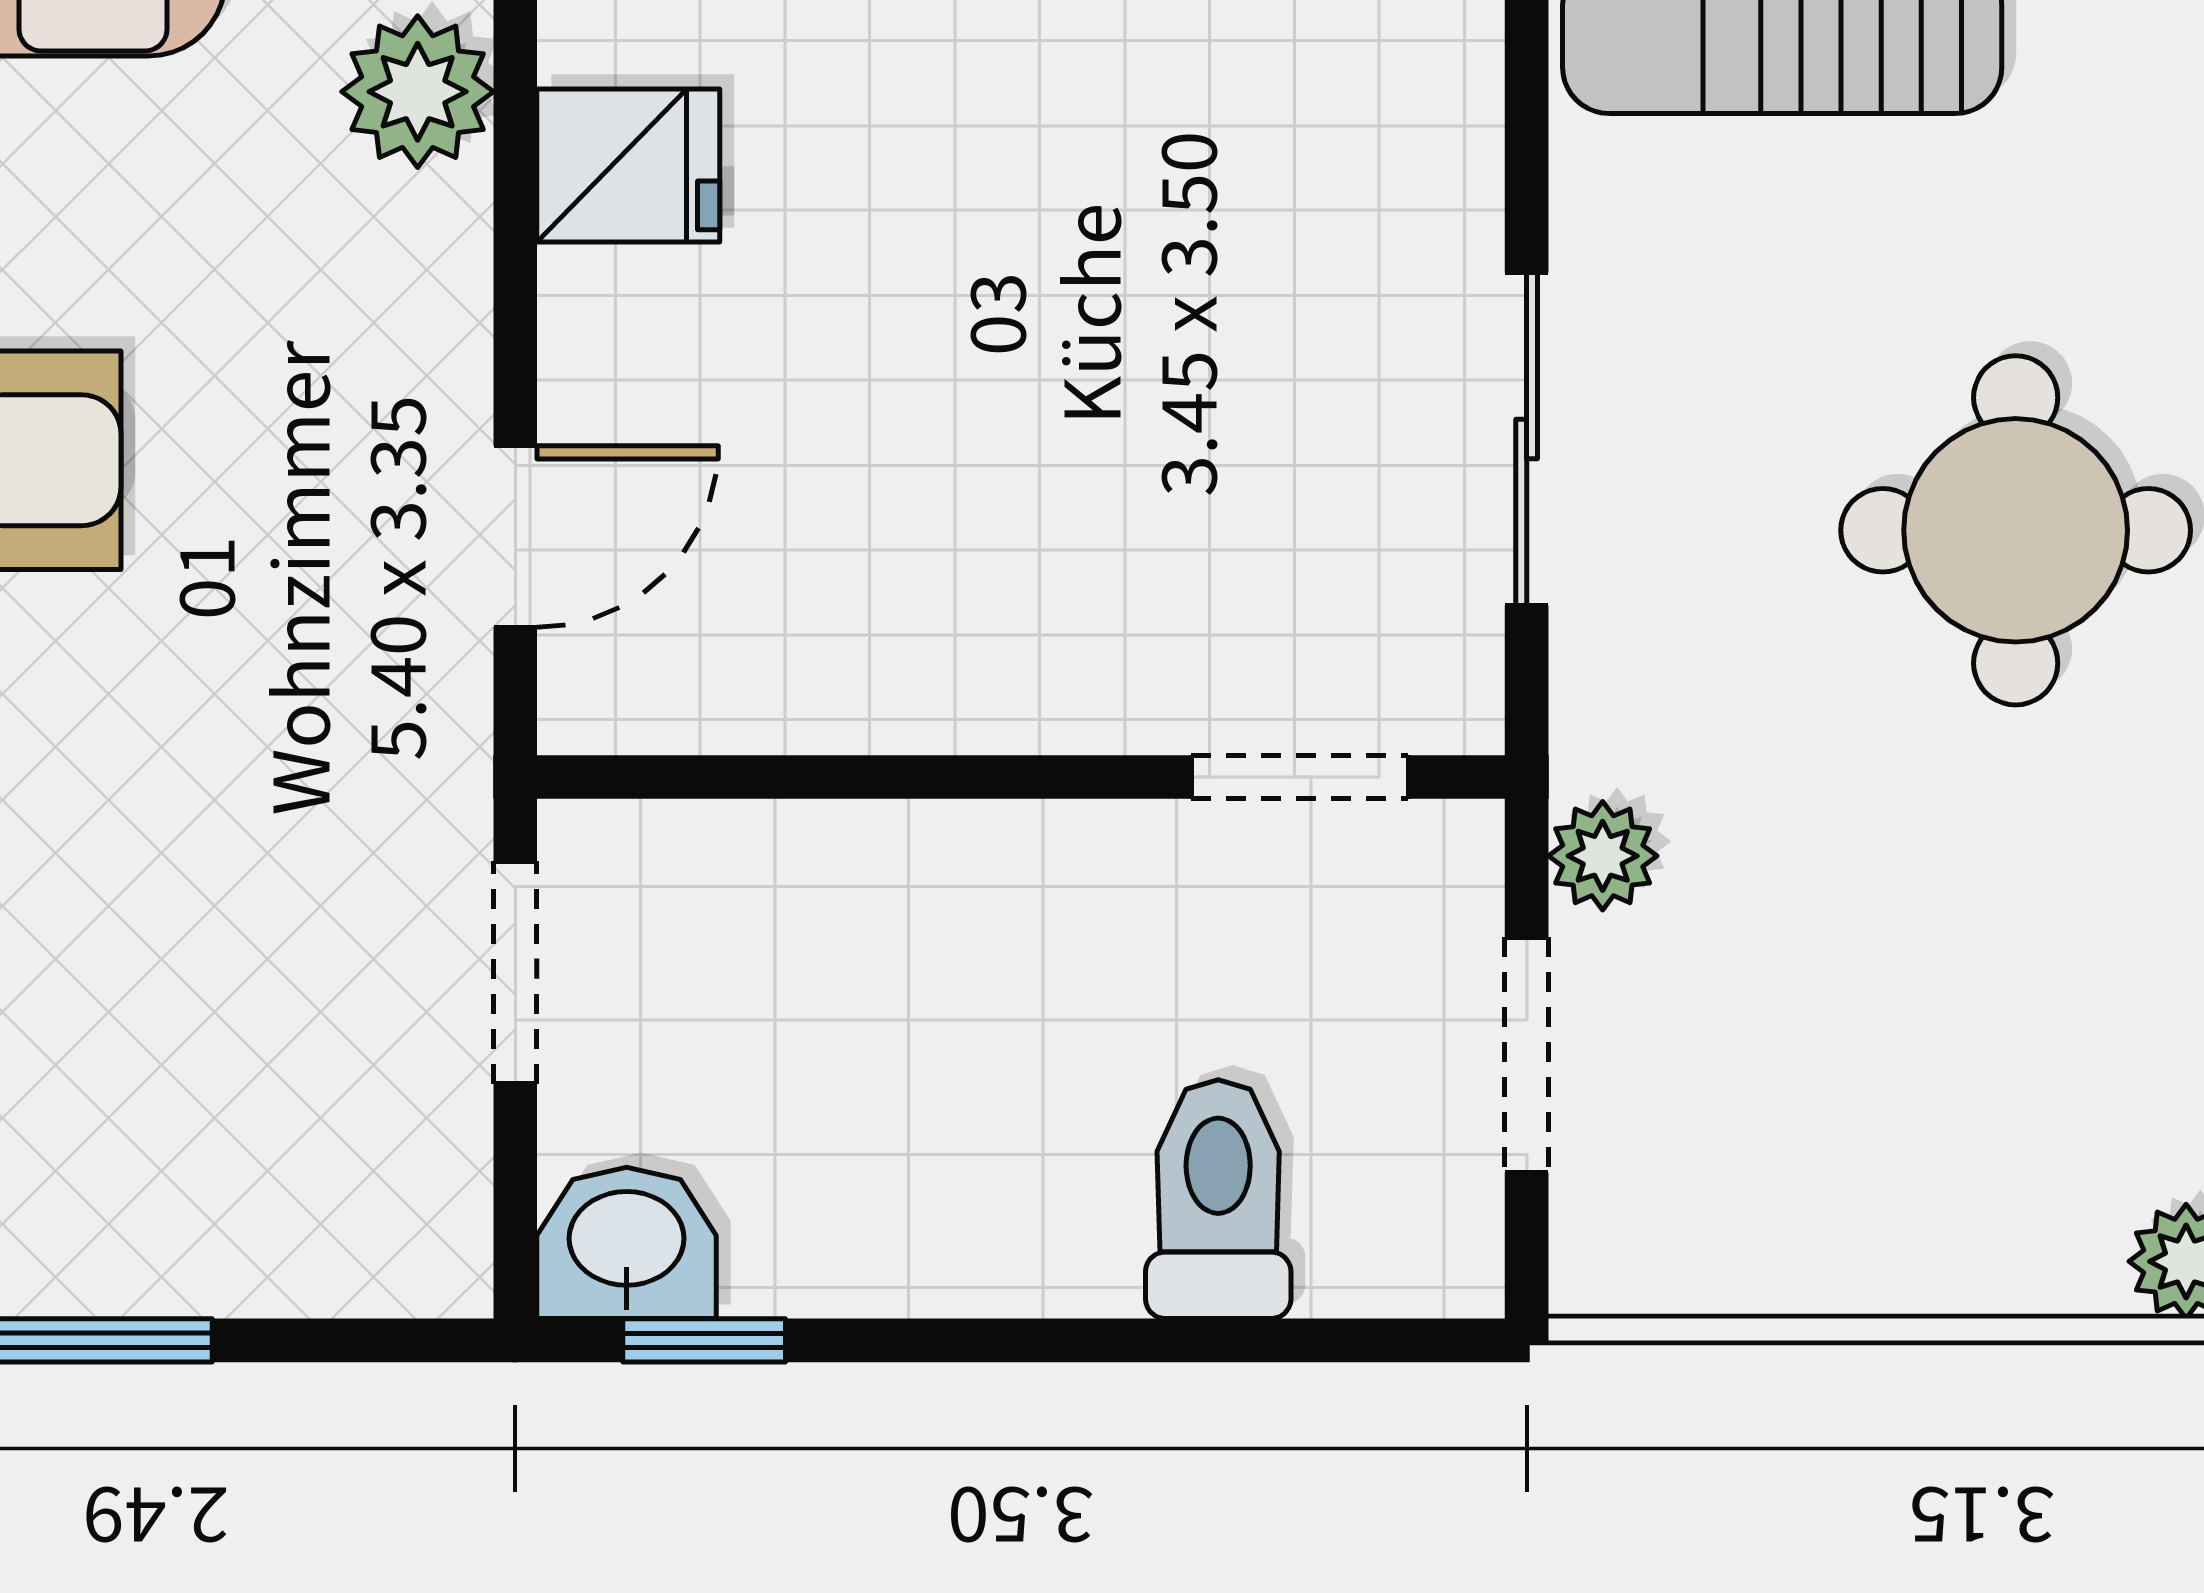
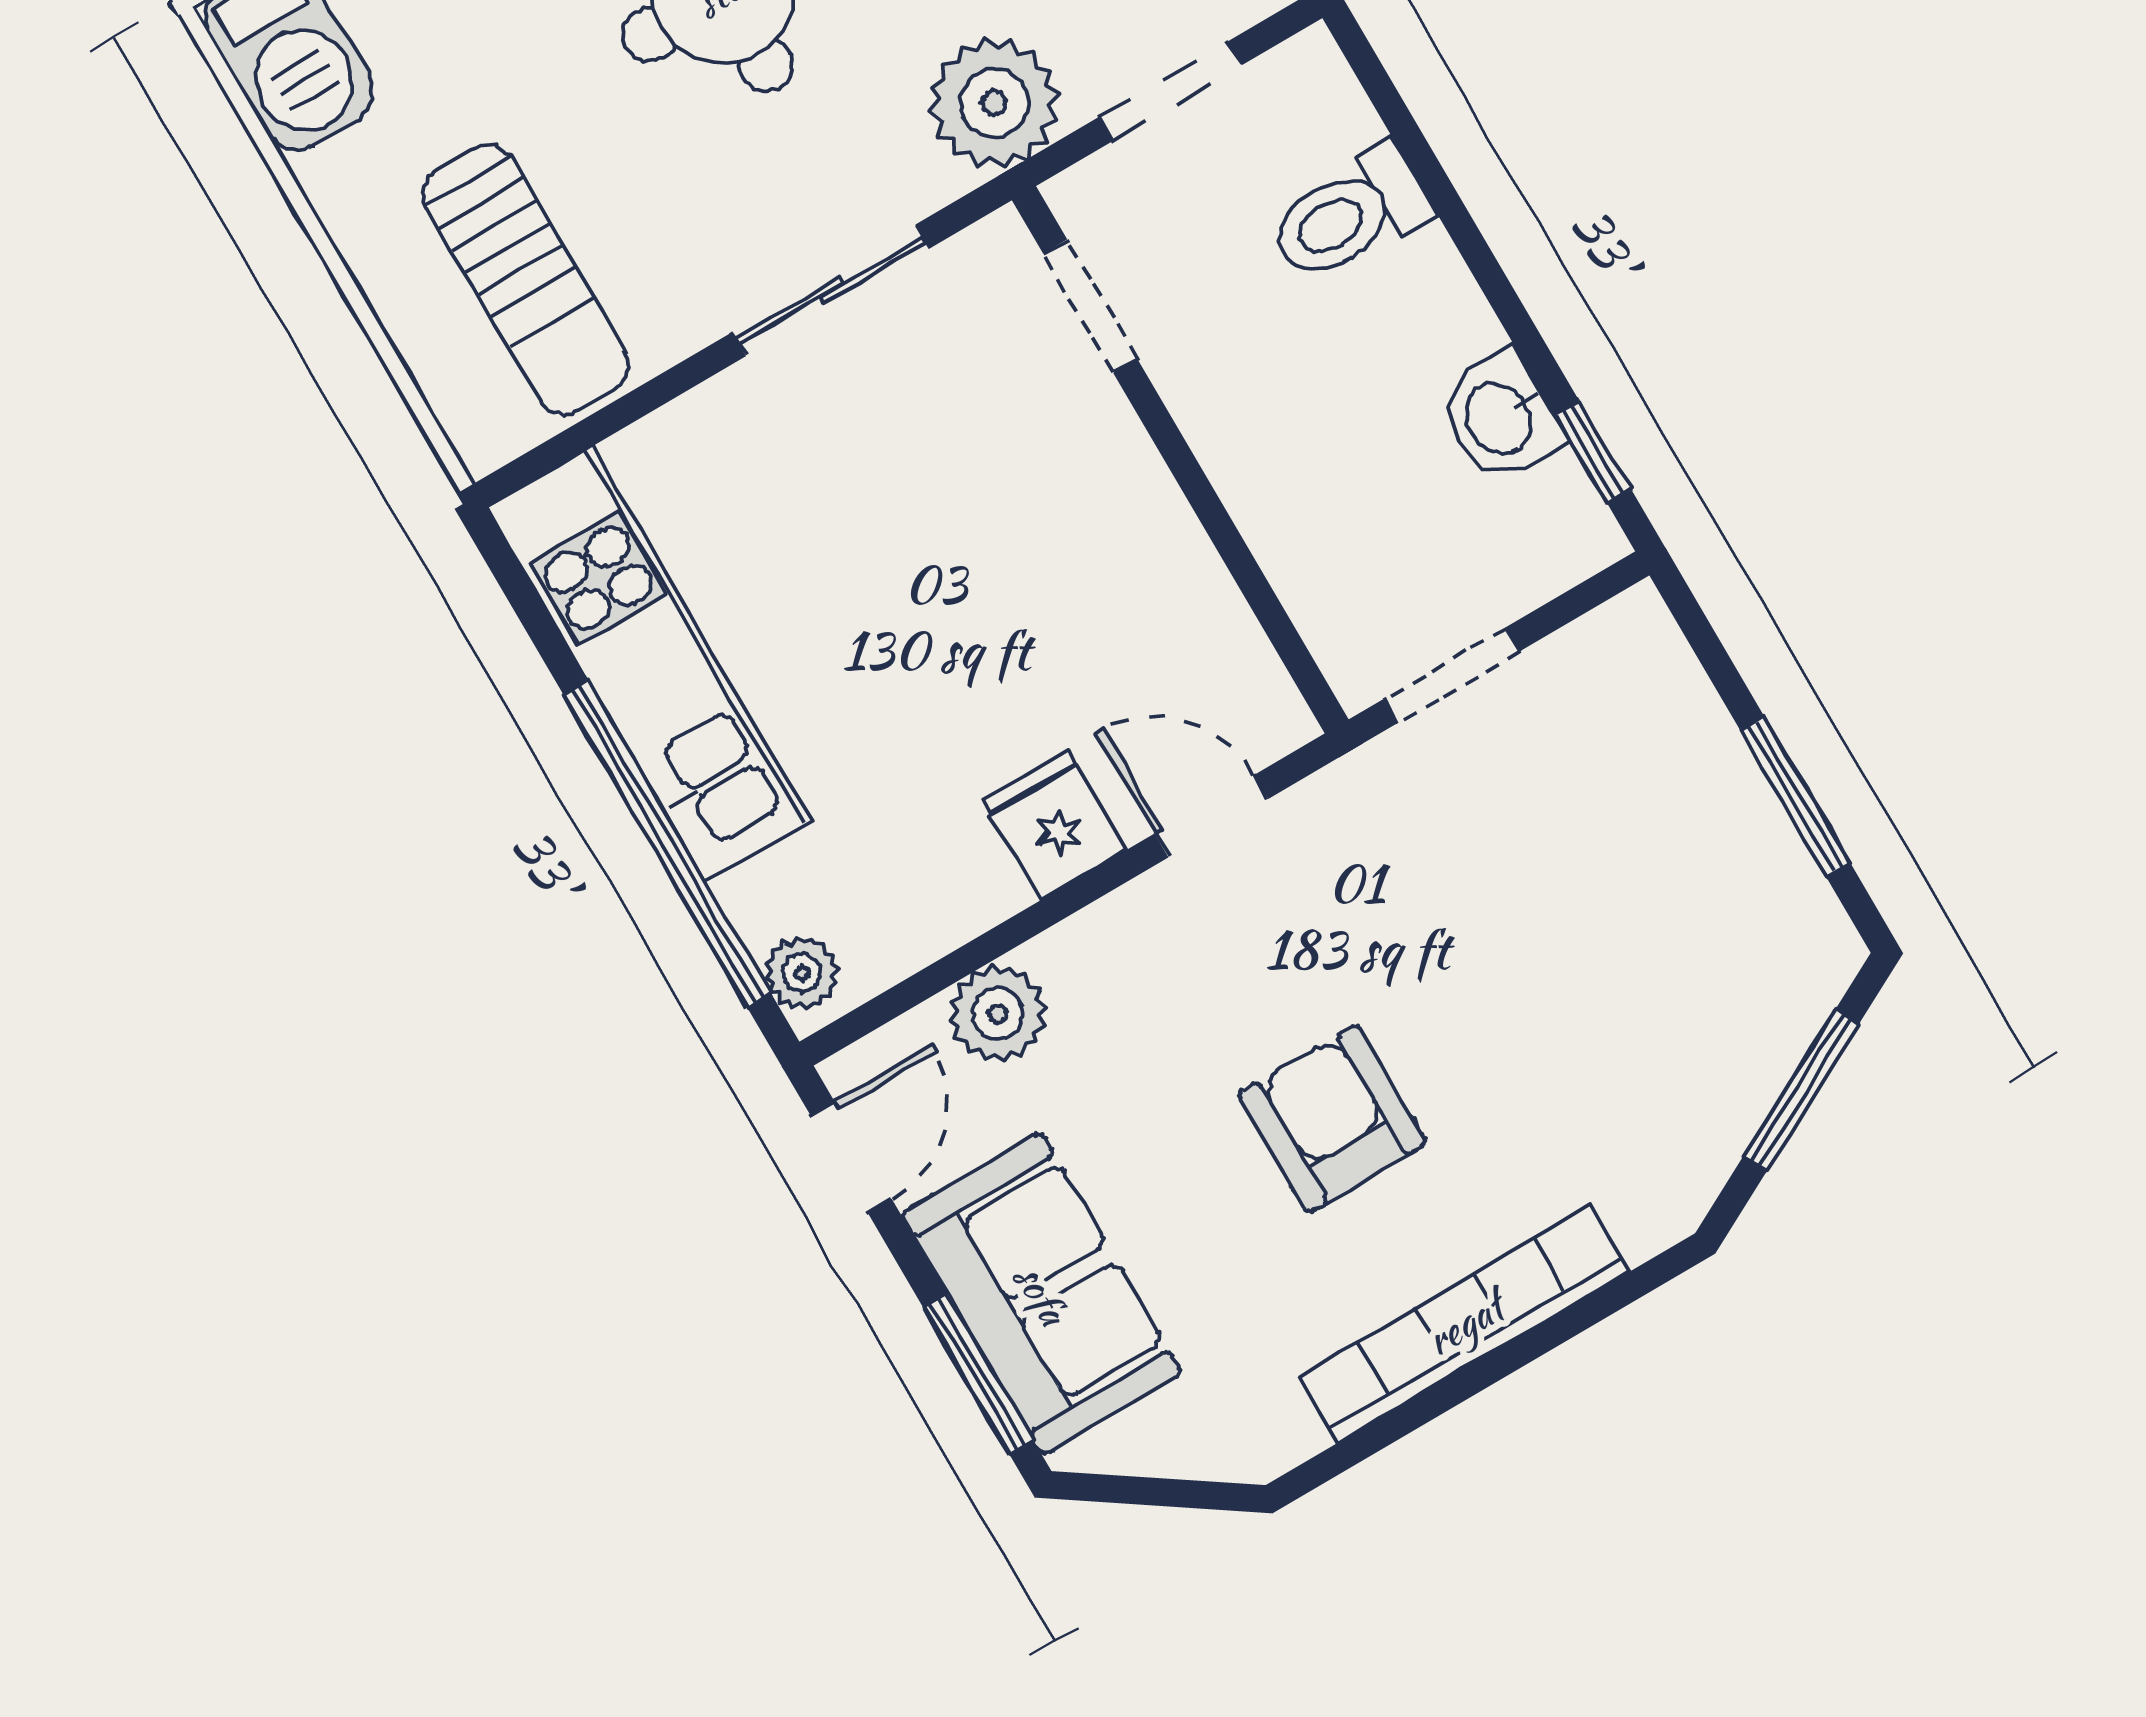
fridge: (628, 166) -> (1054, 825), moved
plant: (1603, 856) -> (994, 103), width x1.88, depth x1.88
washbasin: (627, 1243) -> (1500, 417), moved

